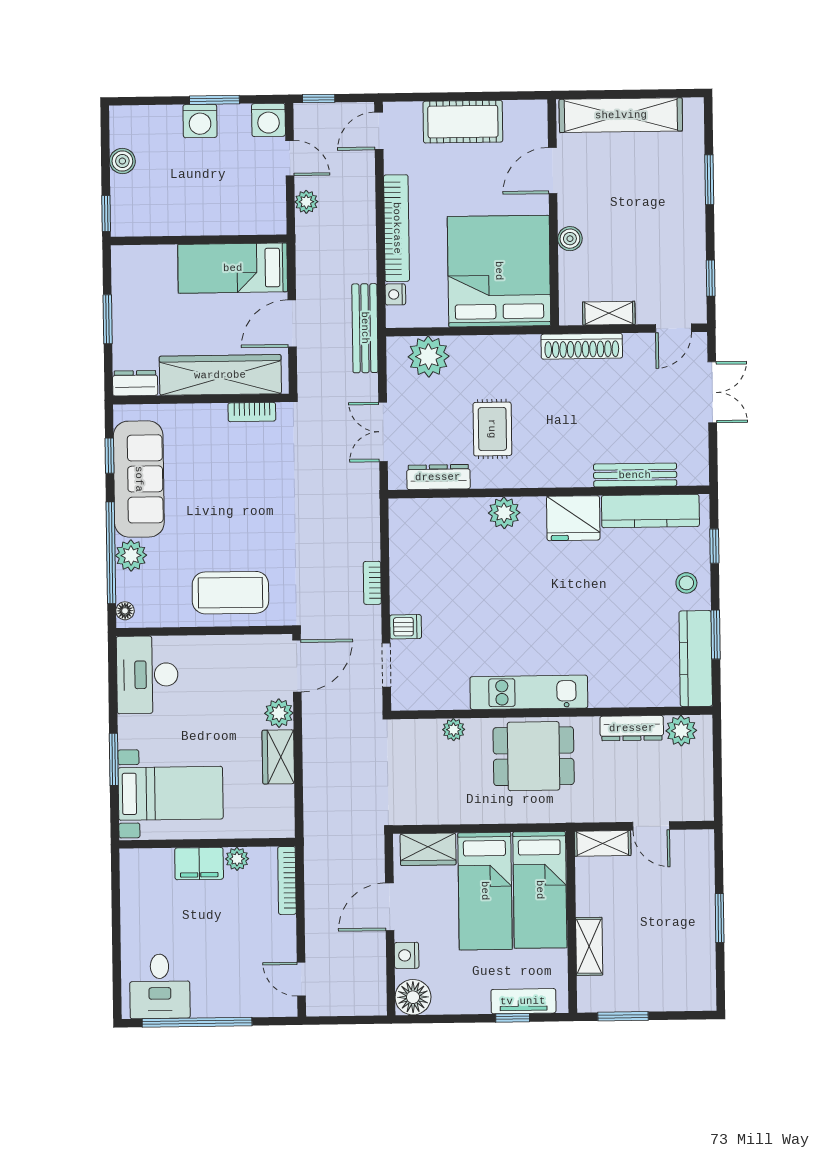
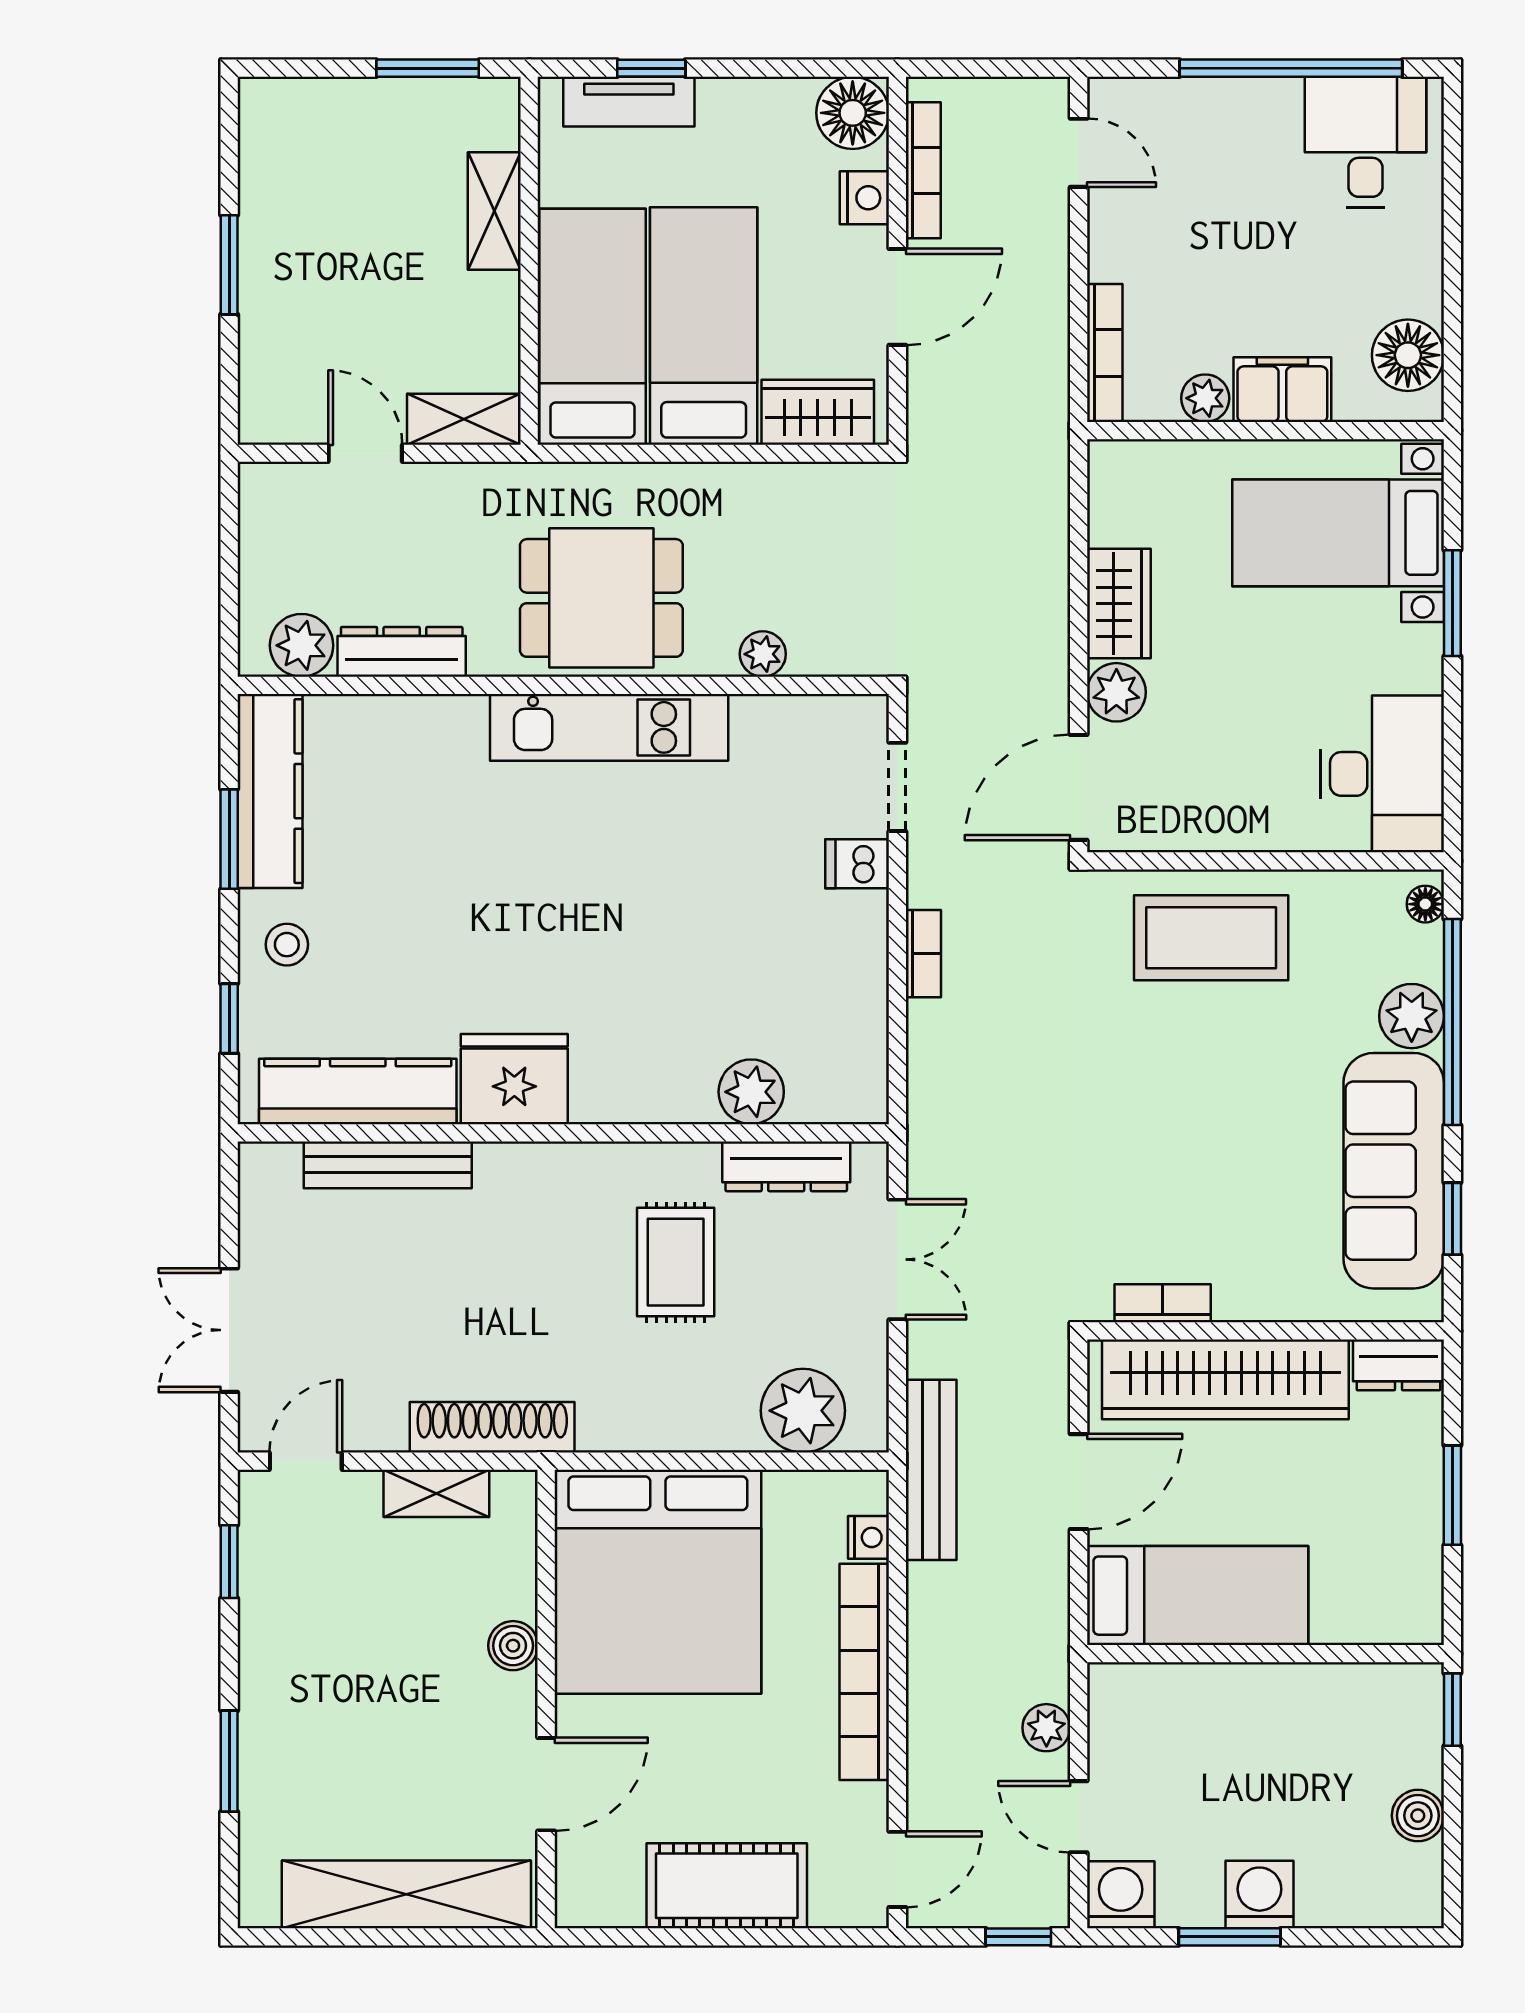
plant: (504, 513) -> (751, 1092), moved
floor lamp: (137, 881) -> (1408, 355), added
bookcase: (378, 969) -> (923, 170), added

